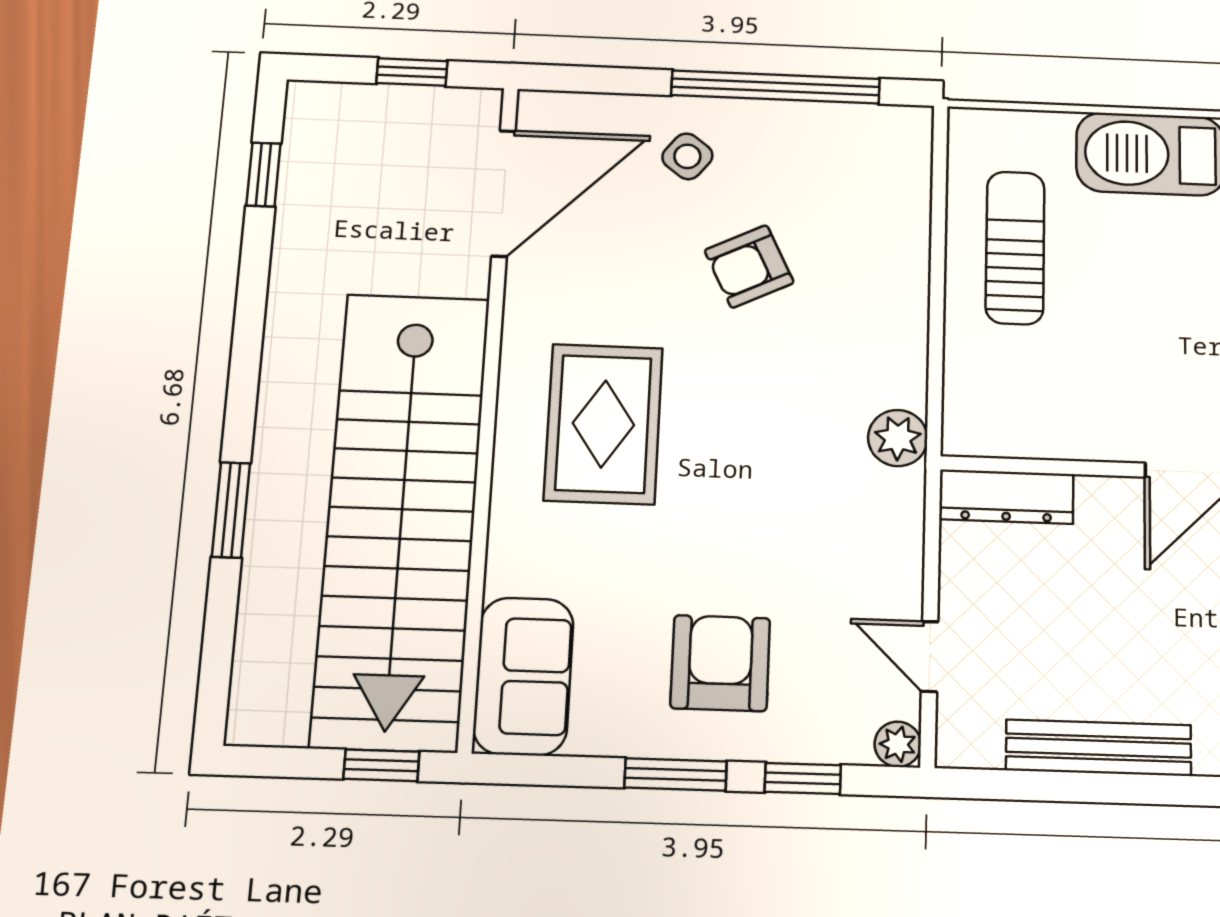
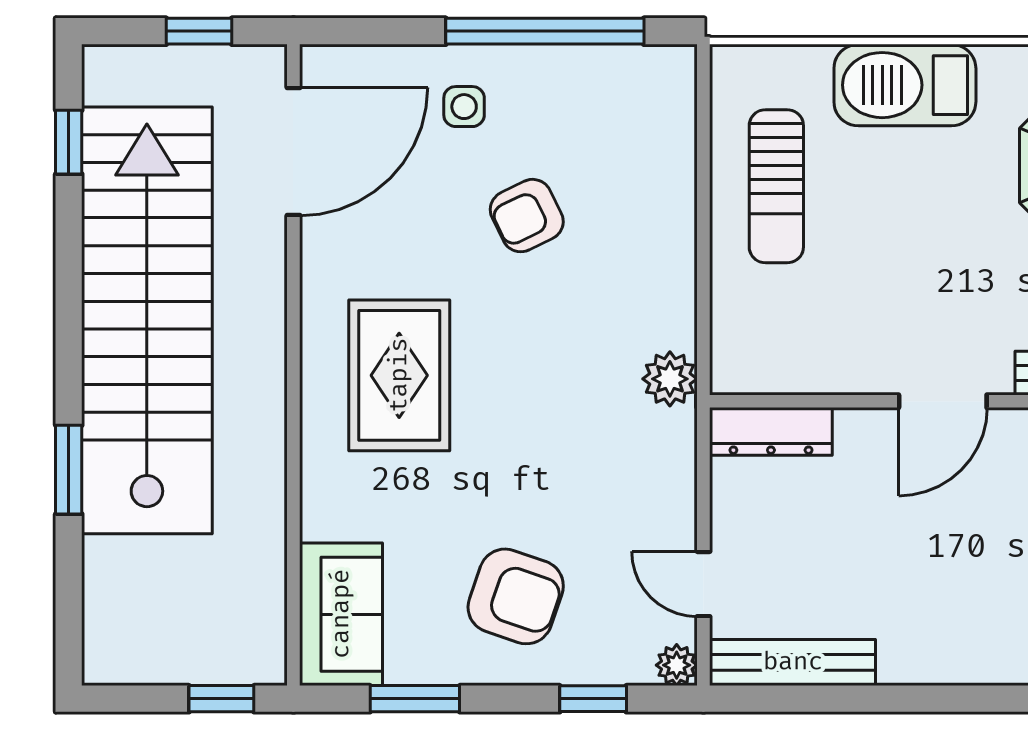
side table: (687, 156) -> (464, 107), turned -38
sun lounger: (1015, 248) -> (776, 186), turned 180
stairs: (401, 518) -> (147, 320), moved, turned 180
armchair: (720, 663) -> (516, 596), turned 109
bench: (1099, 748) -> (793, 662), moved
window: (675, 775) -> (415, 699), moved

